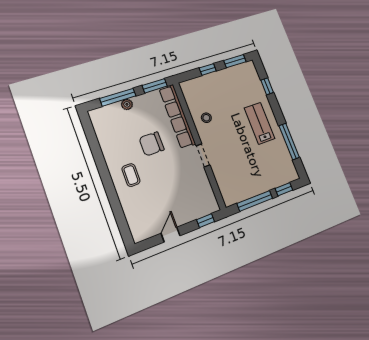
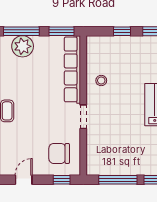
plant: (127, 104) -> (23, 46), width x1.88, depth x1.88
chair: (152, 144) -> (59, 153), moved

